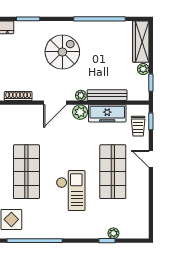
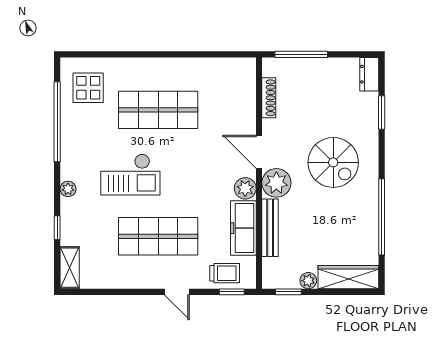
plant: (81, 95) -> (276, 183), width x1.88, depth x1.88
trolley: (138, 126) -> (225, 273), turned 180
door: (151, 159) -> (177, 292), swing flipped
shelving: (134, 232) -> (70, 268), added
plant: (113, 233) -> (68, 189), moved

